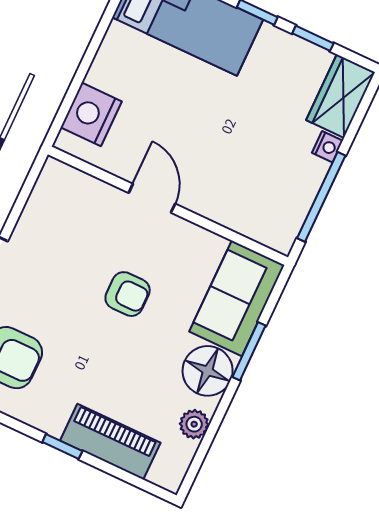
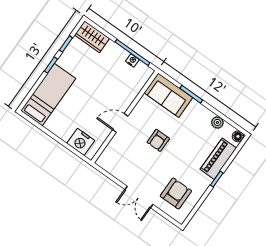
nightstand: (327, 147) -> (132, 60), moved
armchair: (128, 294) -> (158, 140), turned 180
floor lamp: (208, 371) -> (238, 136), moved, width x0.53, depth x0.53

